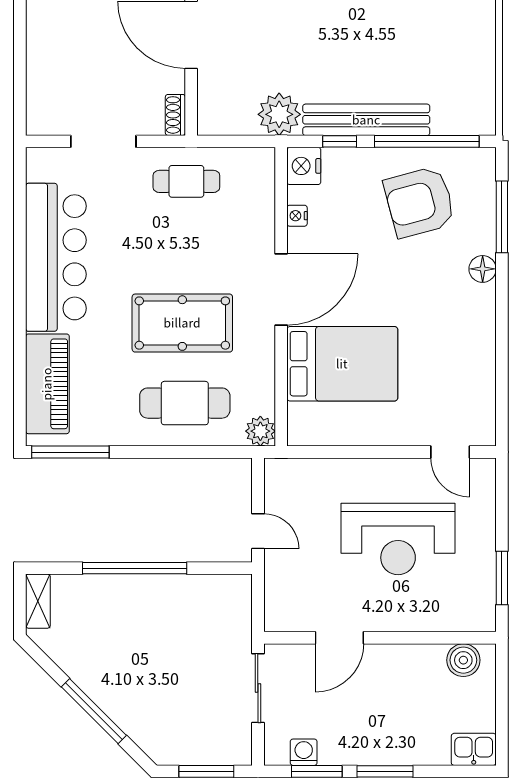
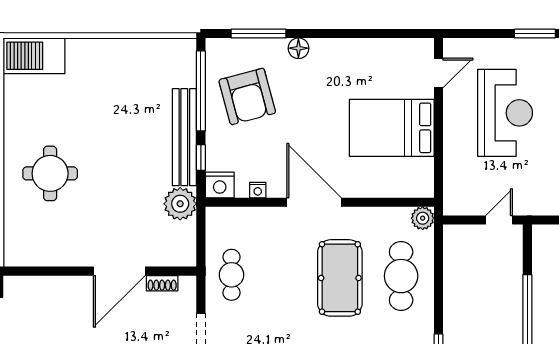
shoe rack: (175, 115) -> (162, 283), moved
bed: (342, 364) -> (392, 128), moved, turned -90

